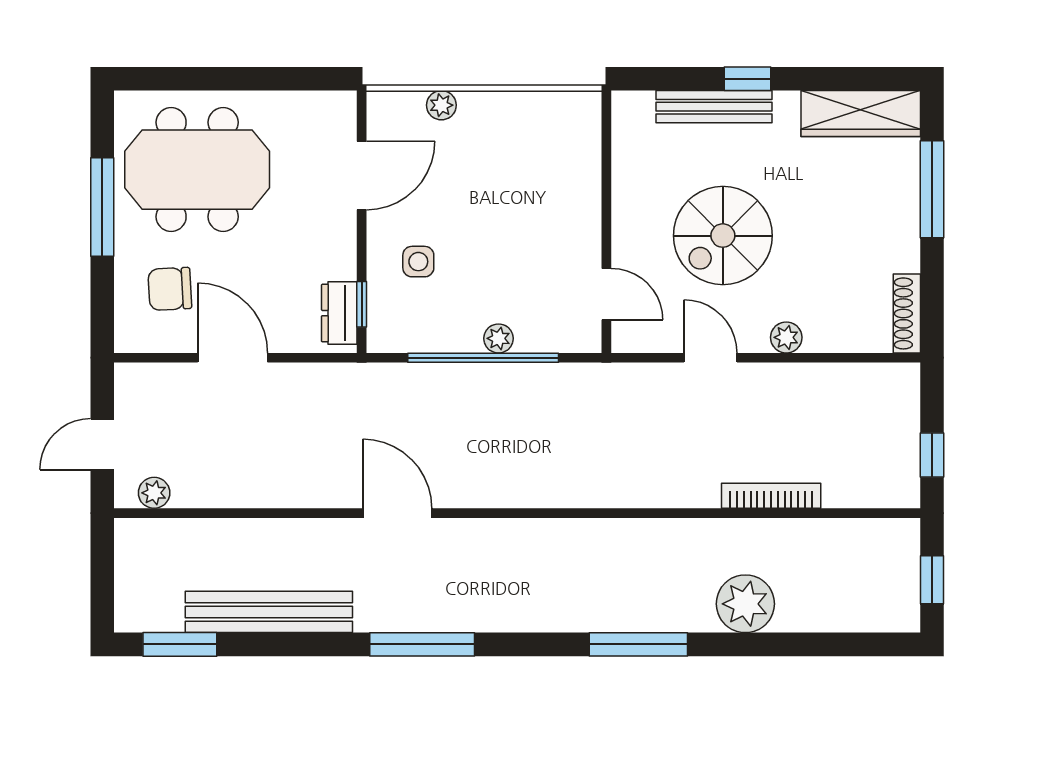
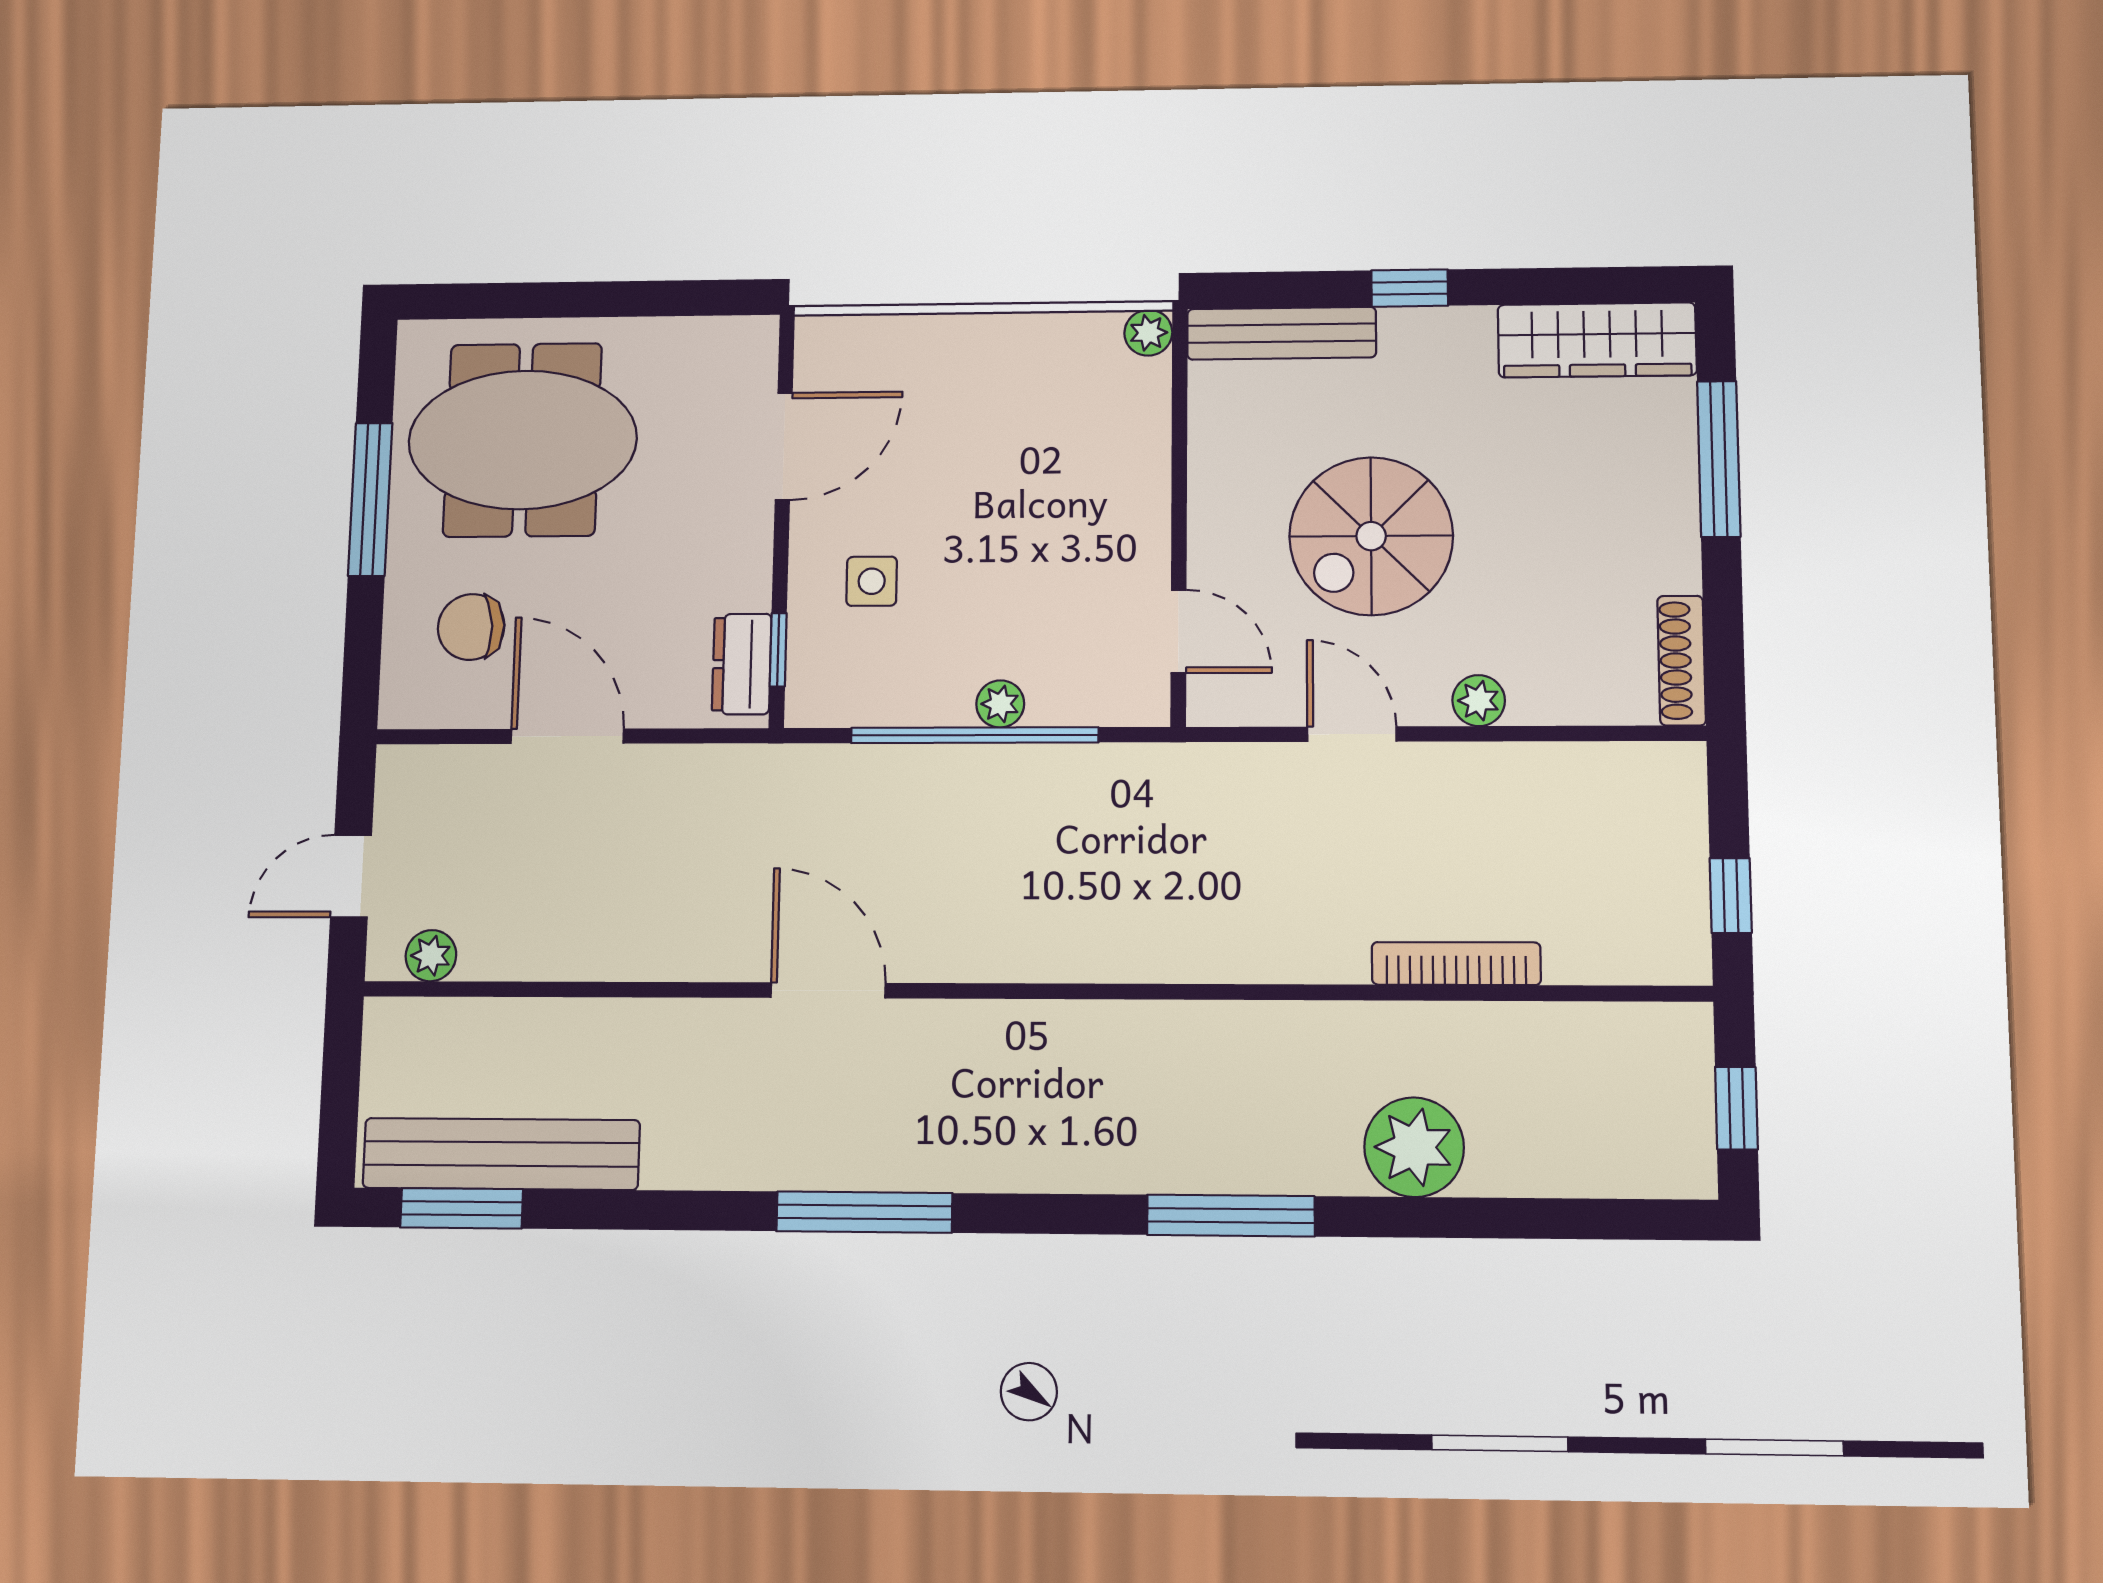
plant: (441, 105) -> (1148, 333), moved
bench: (714, 107) -> (1281, 333), moved
bench: (269, 612) -> (501, 1154), moved

